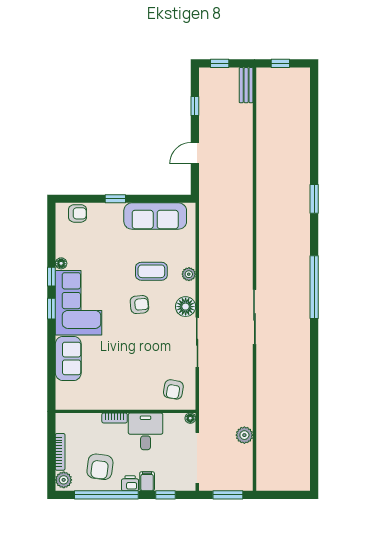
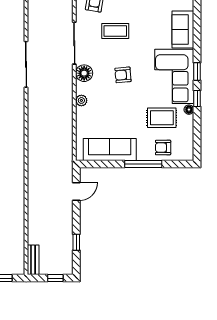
door: (195, 153) -> (76, 191), moved
window: (115, 199) -> (143, 164), width x2.17
armchair: (78, 213) -> (163, 148), moved
rug: (93, 254) -> (162, 118), added
coffee table: (151, 271) -> (115, 31), moved

